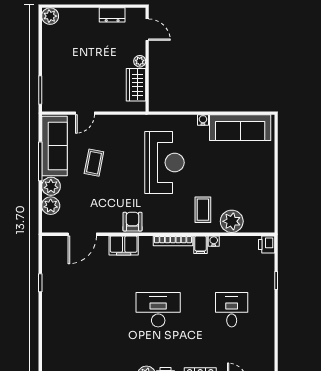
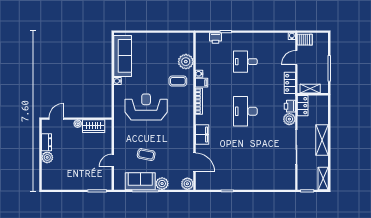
plant: (50, 16) -> (47, 157), moved
door: (85, 113) -> (113, 161), swing flipped
sofa: (54, 146) -> (140, 181), width x0.73
plant: (51, 206) -> (187, 184), moved
armchair: (132, 222) -> (186, 129), removed
printer: (267, 244) -> (216, 38), moved

